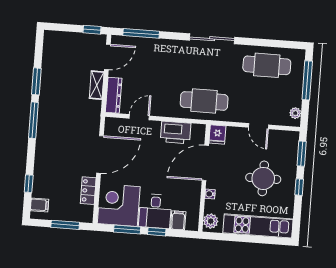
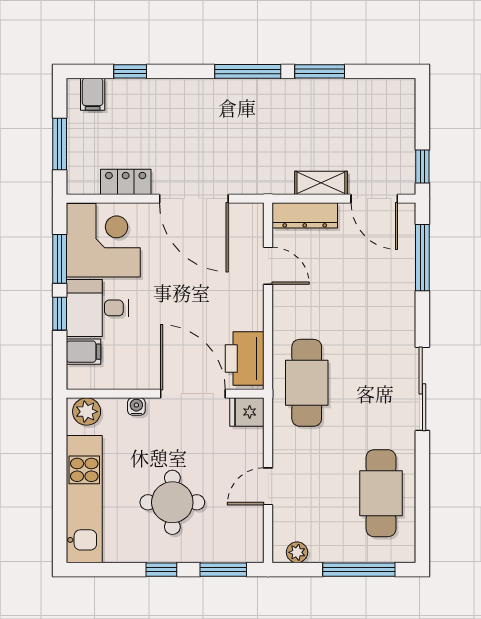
printer: (176, 132) -> (245, 359), moved

